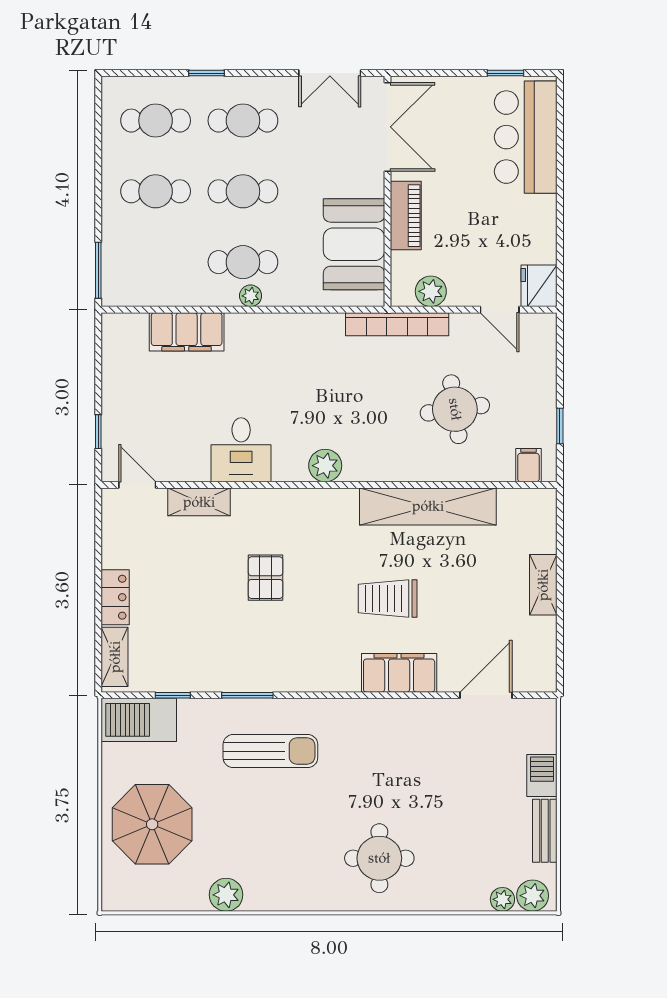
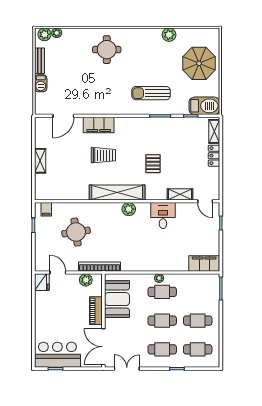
bar counter: (526, 137) -> (57, 355), moved, turned -90
filing cabinet: (187, 332) -> (204, 263), moved
shelving: (428, 506) -> (117, 193), moved

